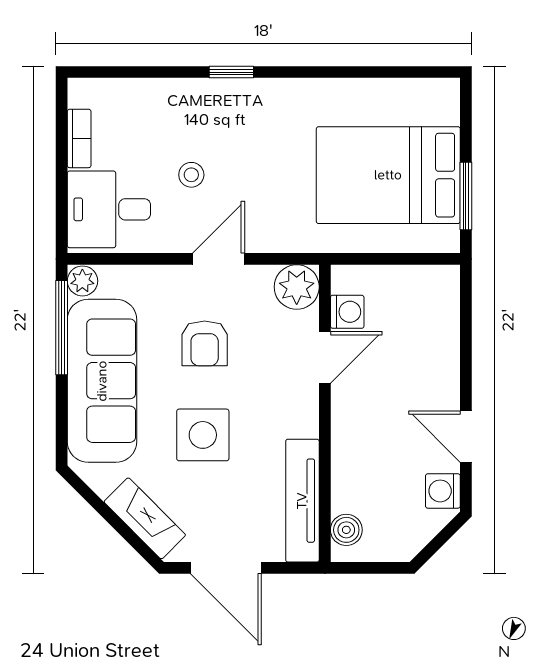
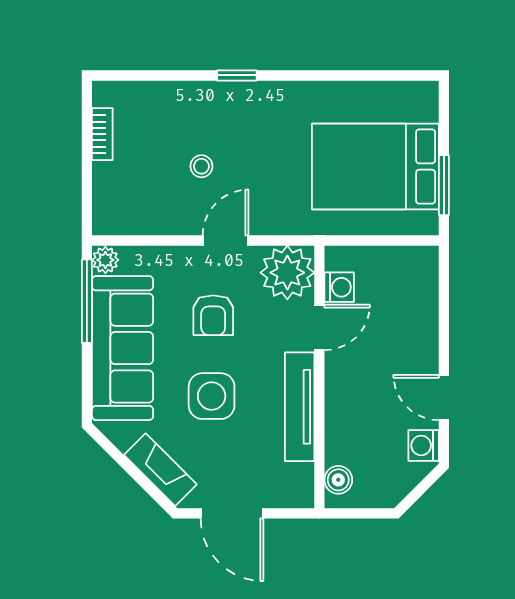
desk: (109, 209) -> (129, 197), removed
plant: (297, 287) -> (287, 273), width x1.36, depth x1.36
tv unit: (302, 501) -> (300, 407), moved

